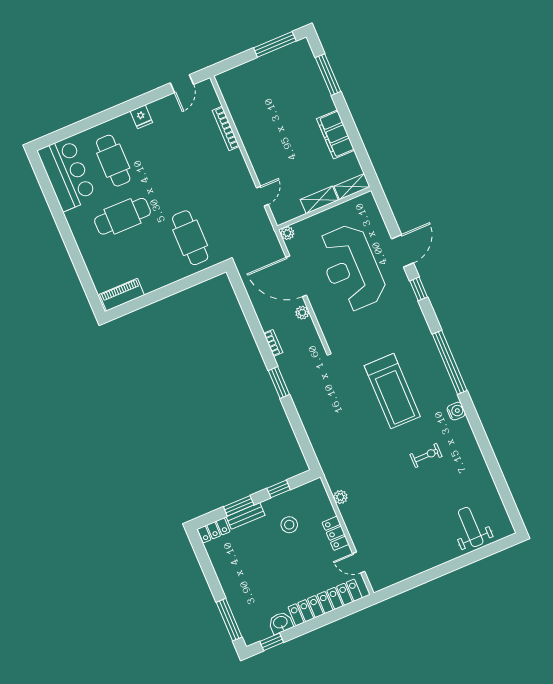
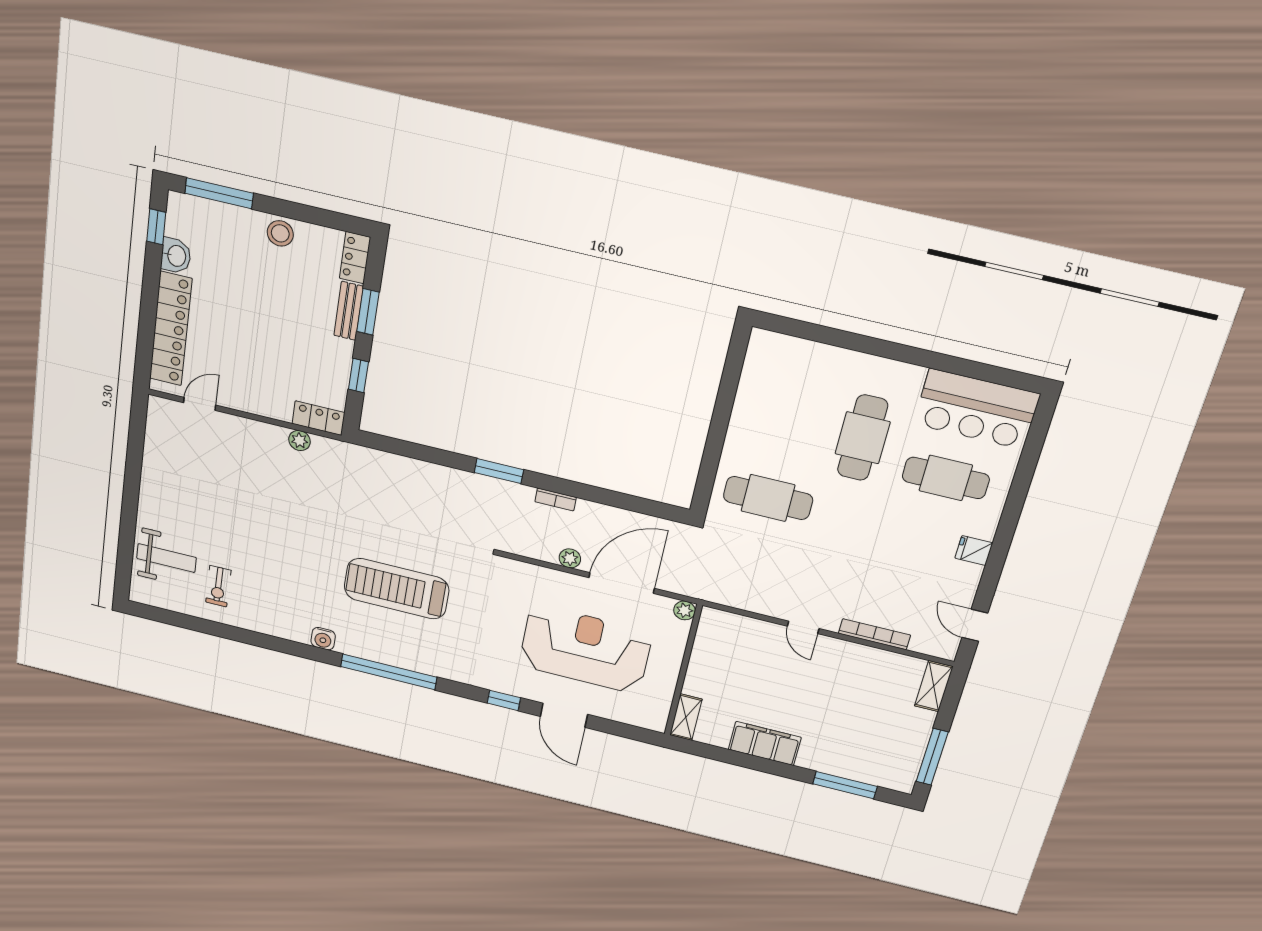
door: (262, 196) -> (803, 627), moved
shelving: (319, 200) -> (934, 686), moved
piano: (122, 295) -> (758, 364), removed
exercise bike: (426, 455) -> (218, 586), moved
stool: (289, 525) -> (280, 233), moved
locker: (336, 533) -> (318, 418), moved

